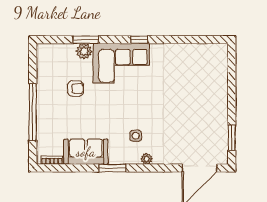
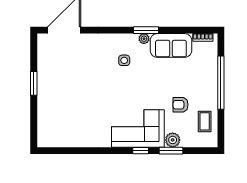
window: (139, 40) -> (141, 151), moved
coffee table: (50, 71) -> (205, 121), added
window: (232, 138) -> (34, 83), moved
plant: (147, 159) -> (144, 39), moved

